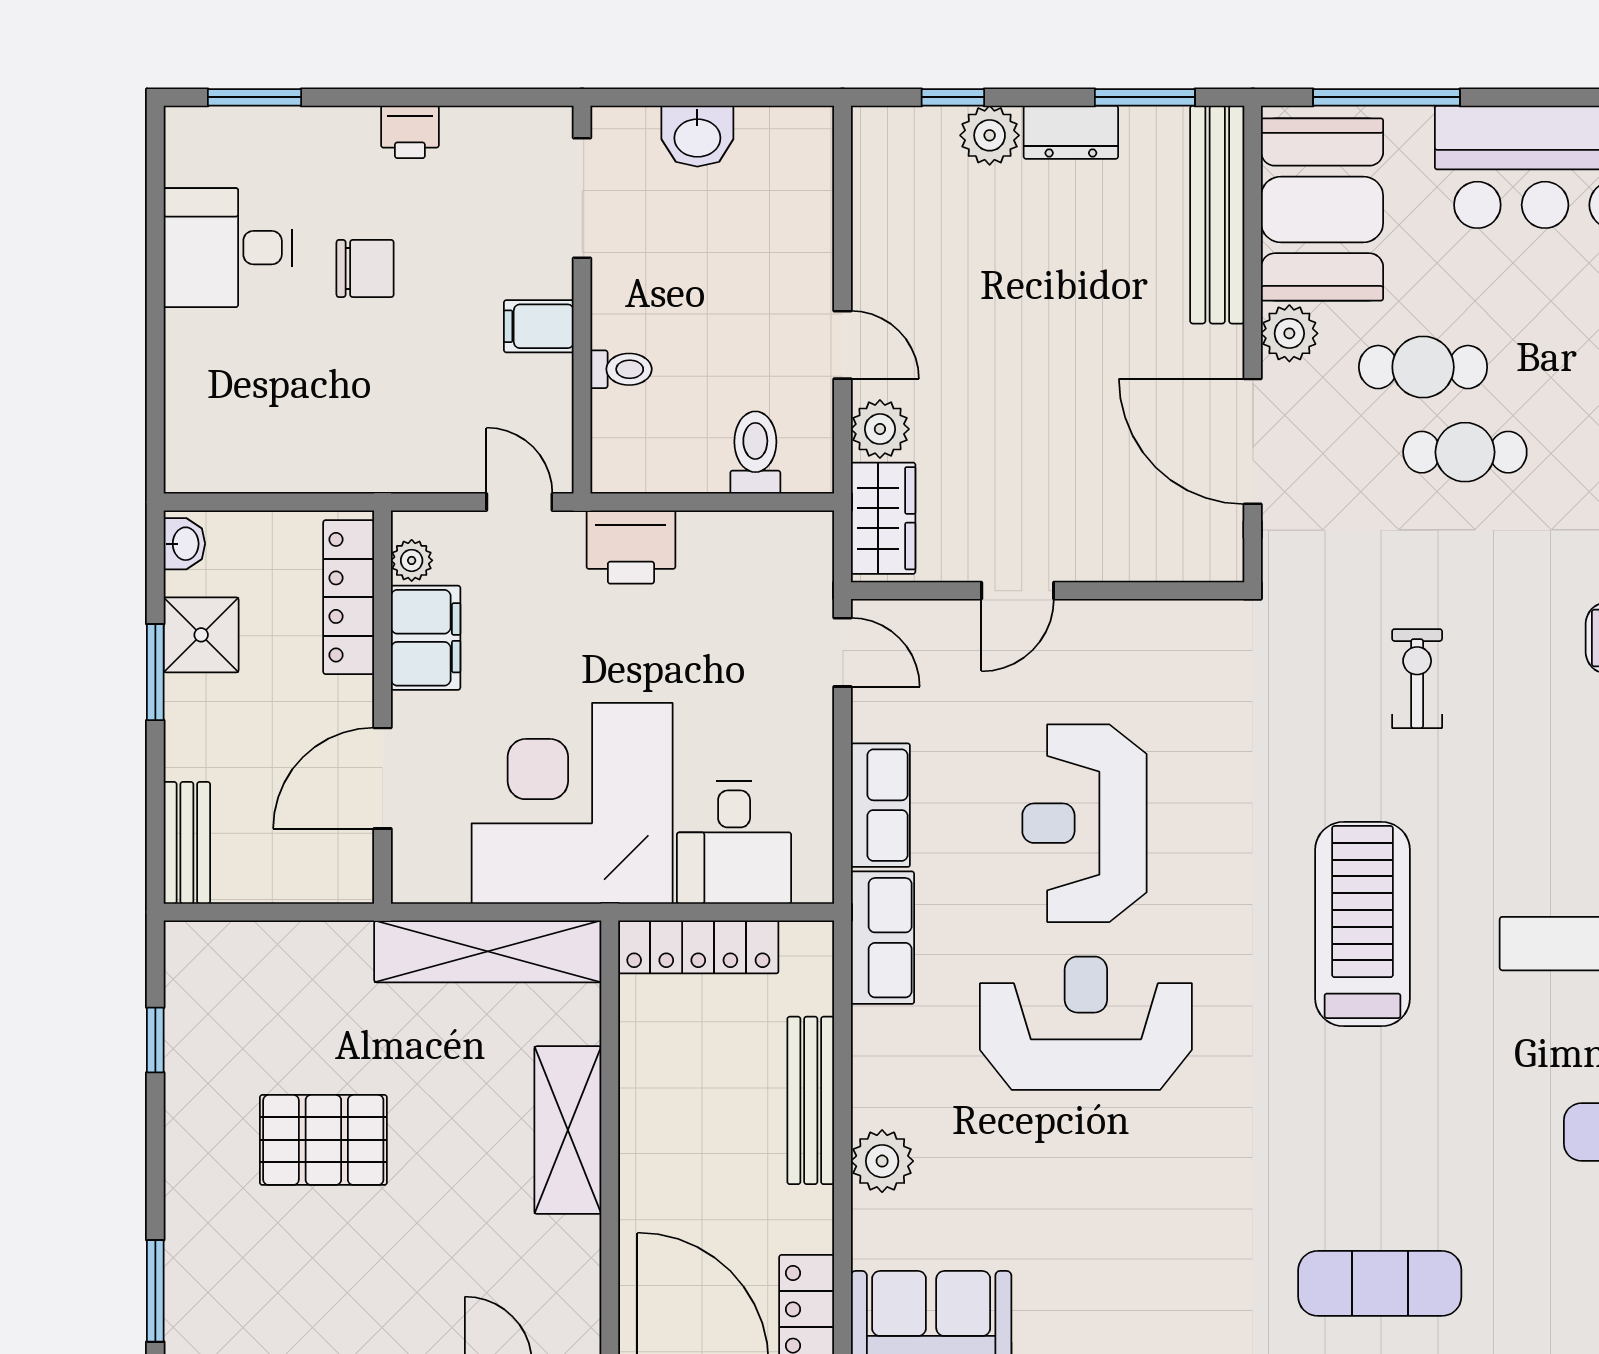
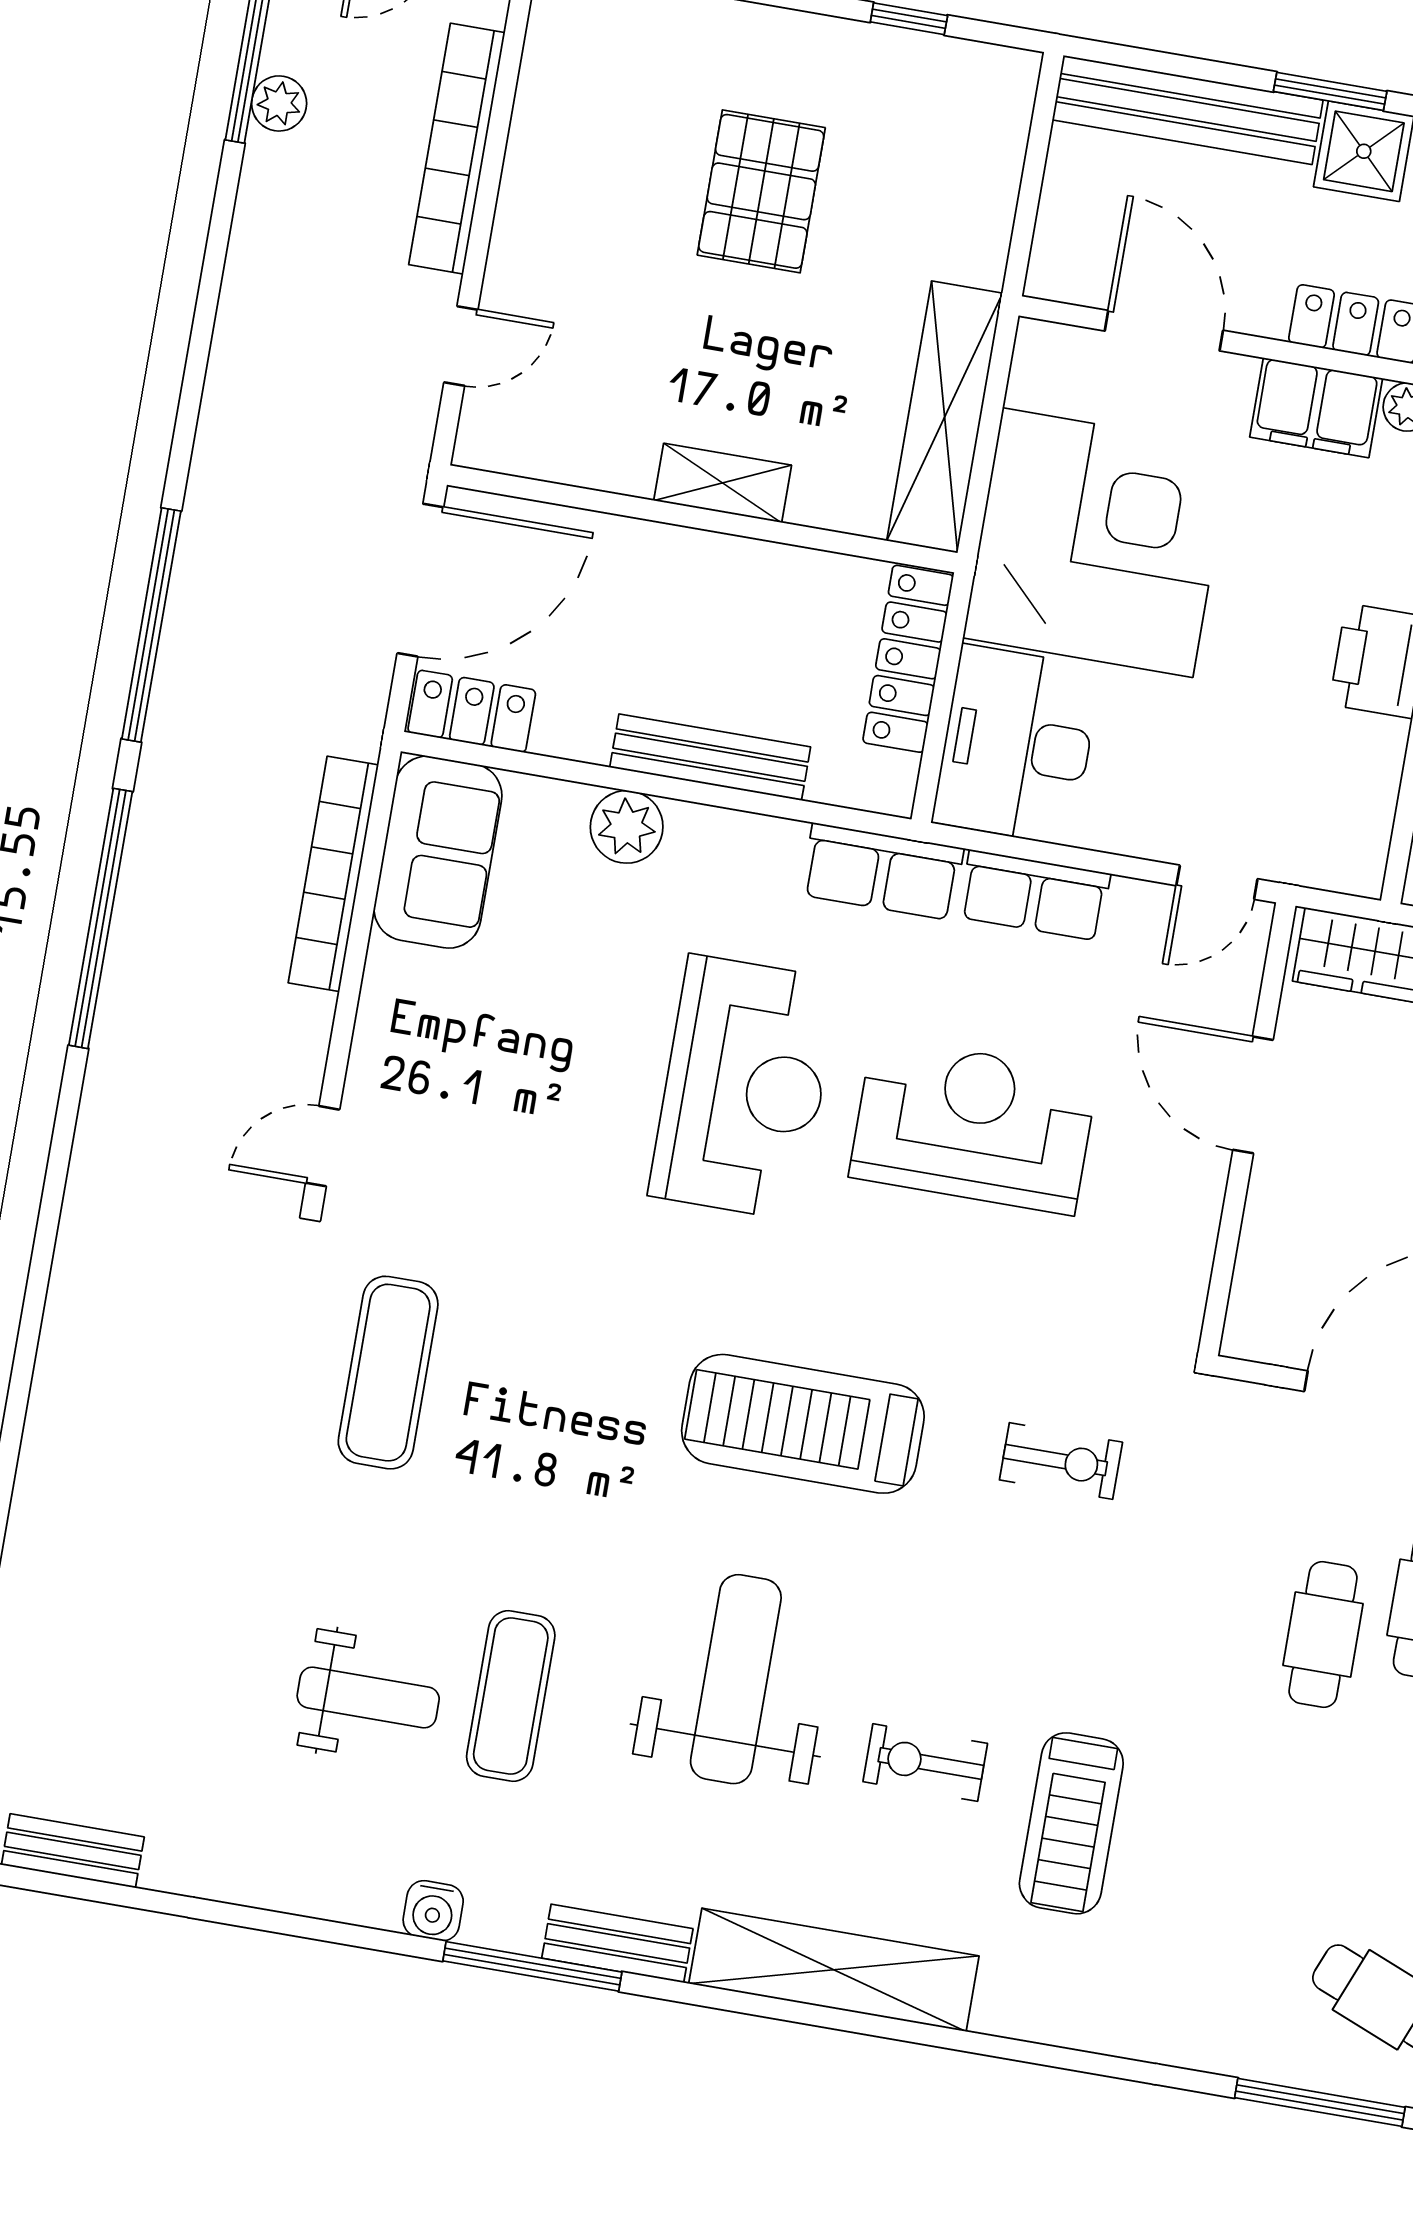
door: (1018, 591) -> (1253, 1095), width x1.38
exercise bike: (1417, 679) -> (1061, 1461), moved
desk: (734, 842) -> (1017, 745), width x1.37
bench: (187, 843) -> (1188, 110), width x1.86, depth x1.21
treadmill: (1362, 924) -> (803, 1424), turned 180
shelving: (568, 1130) -> (723, 483), width x0.67, depth x0.75

